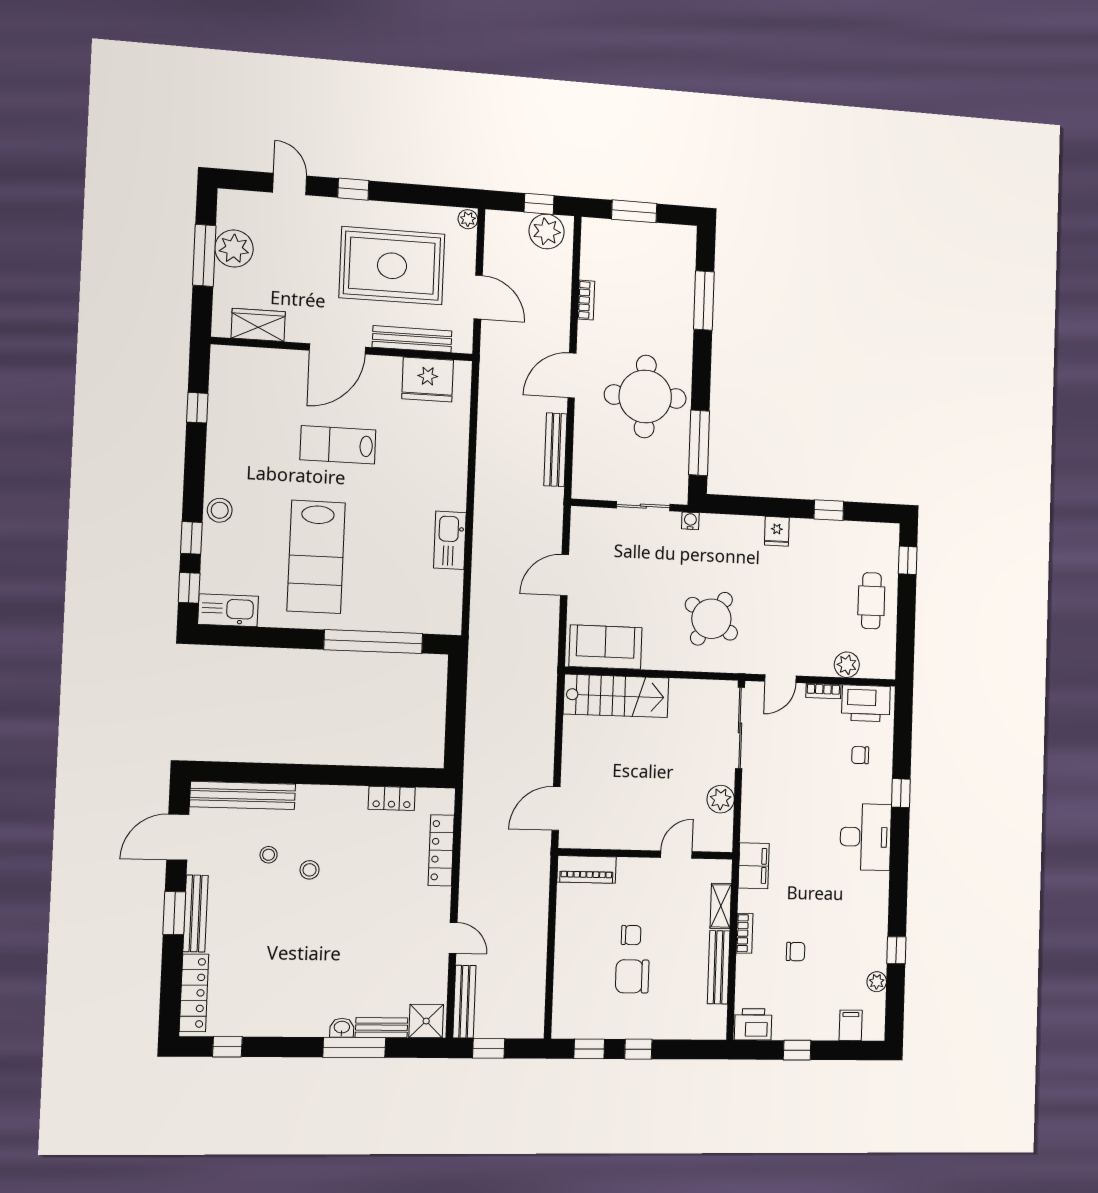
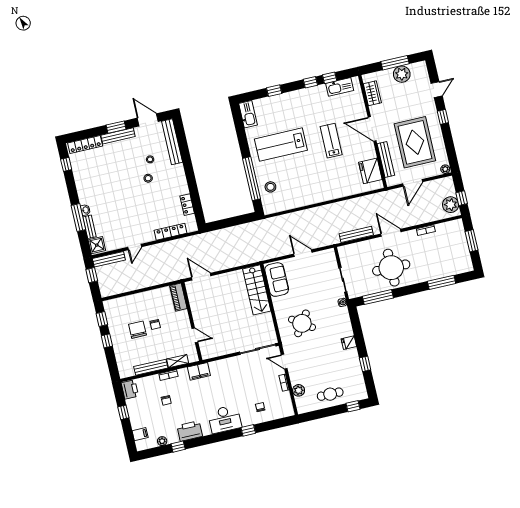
stool: (220, 510) -> (270, 187), moved
kitchen sink: (450, 540) -> (340, 87), moved, turned 180
window: (189, 588) -> (310, 82), moved
printer: (866, 703) -> (190, 431), moved, turned 90
plant: (721, 799) -> (224, 349), removed

